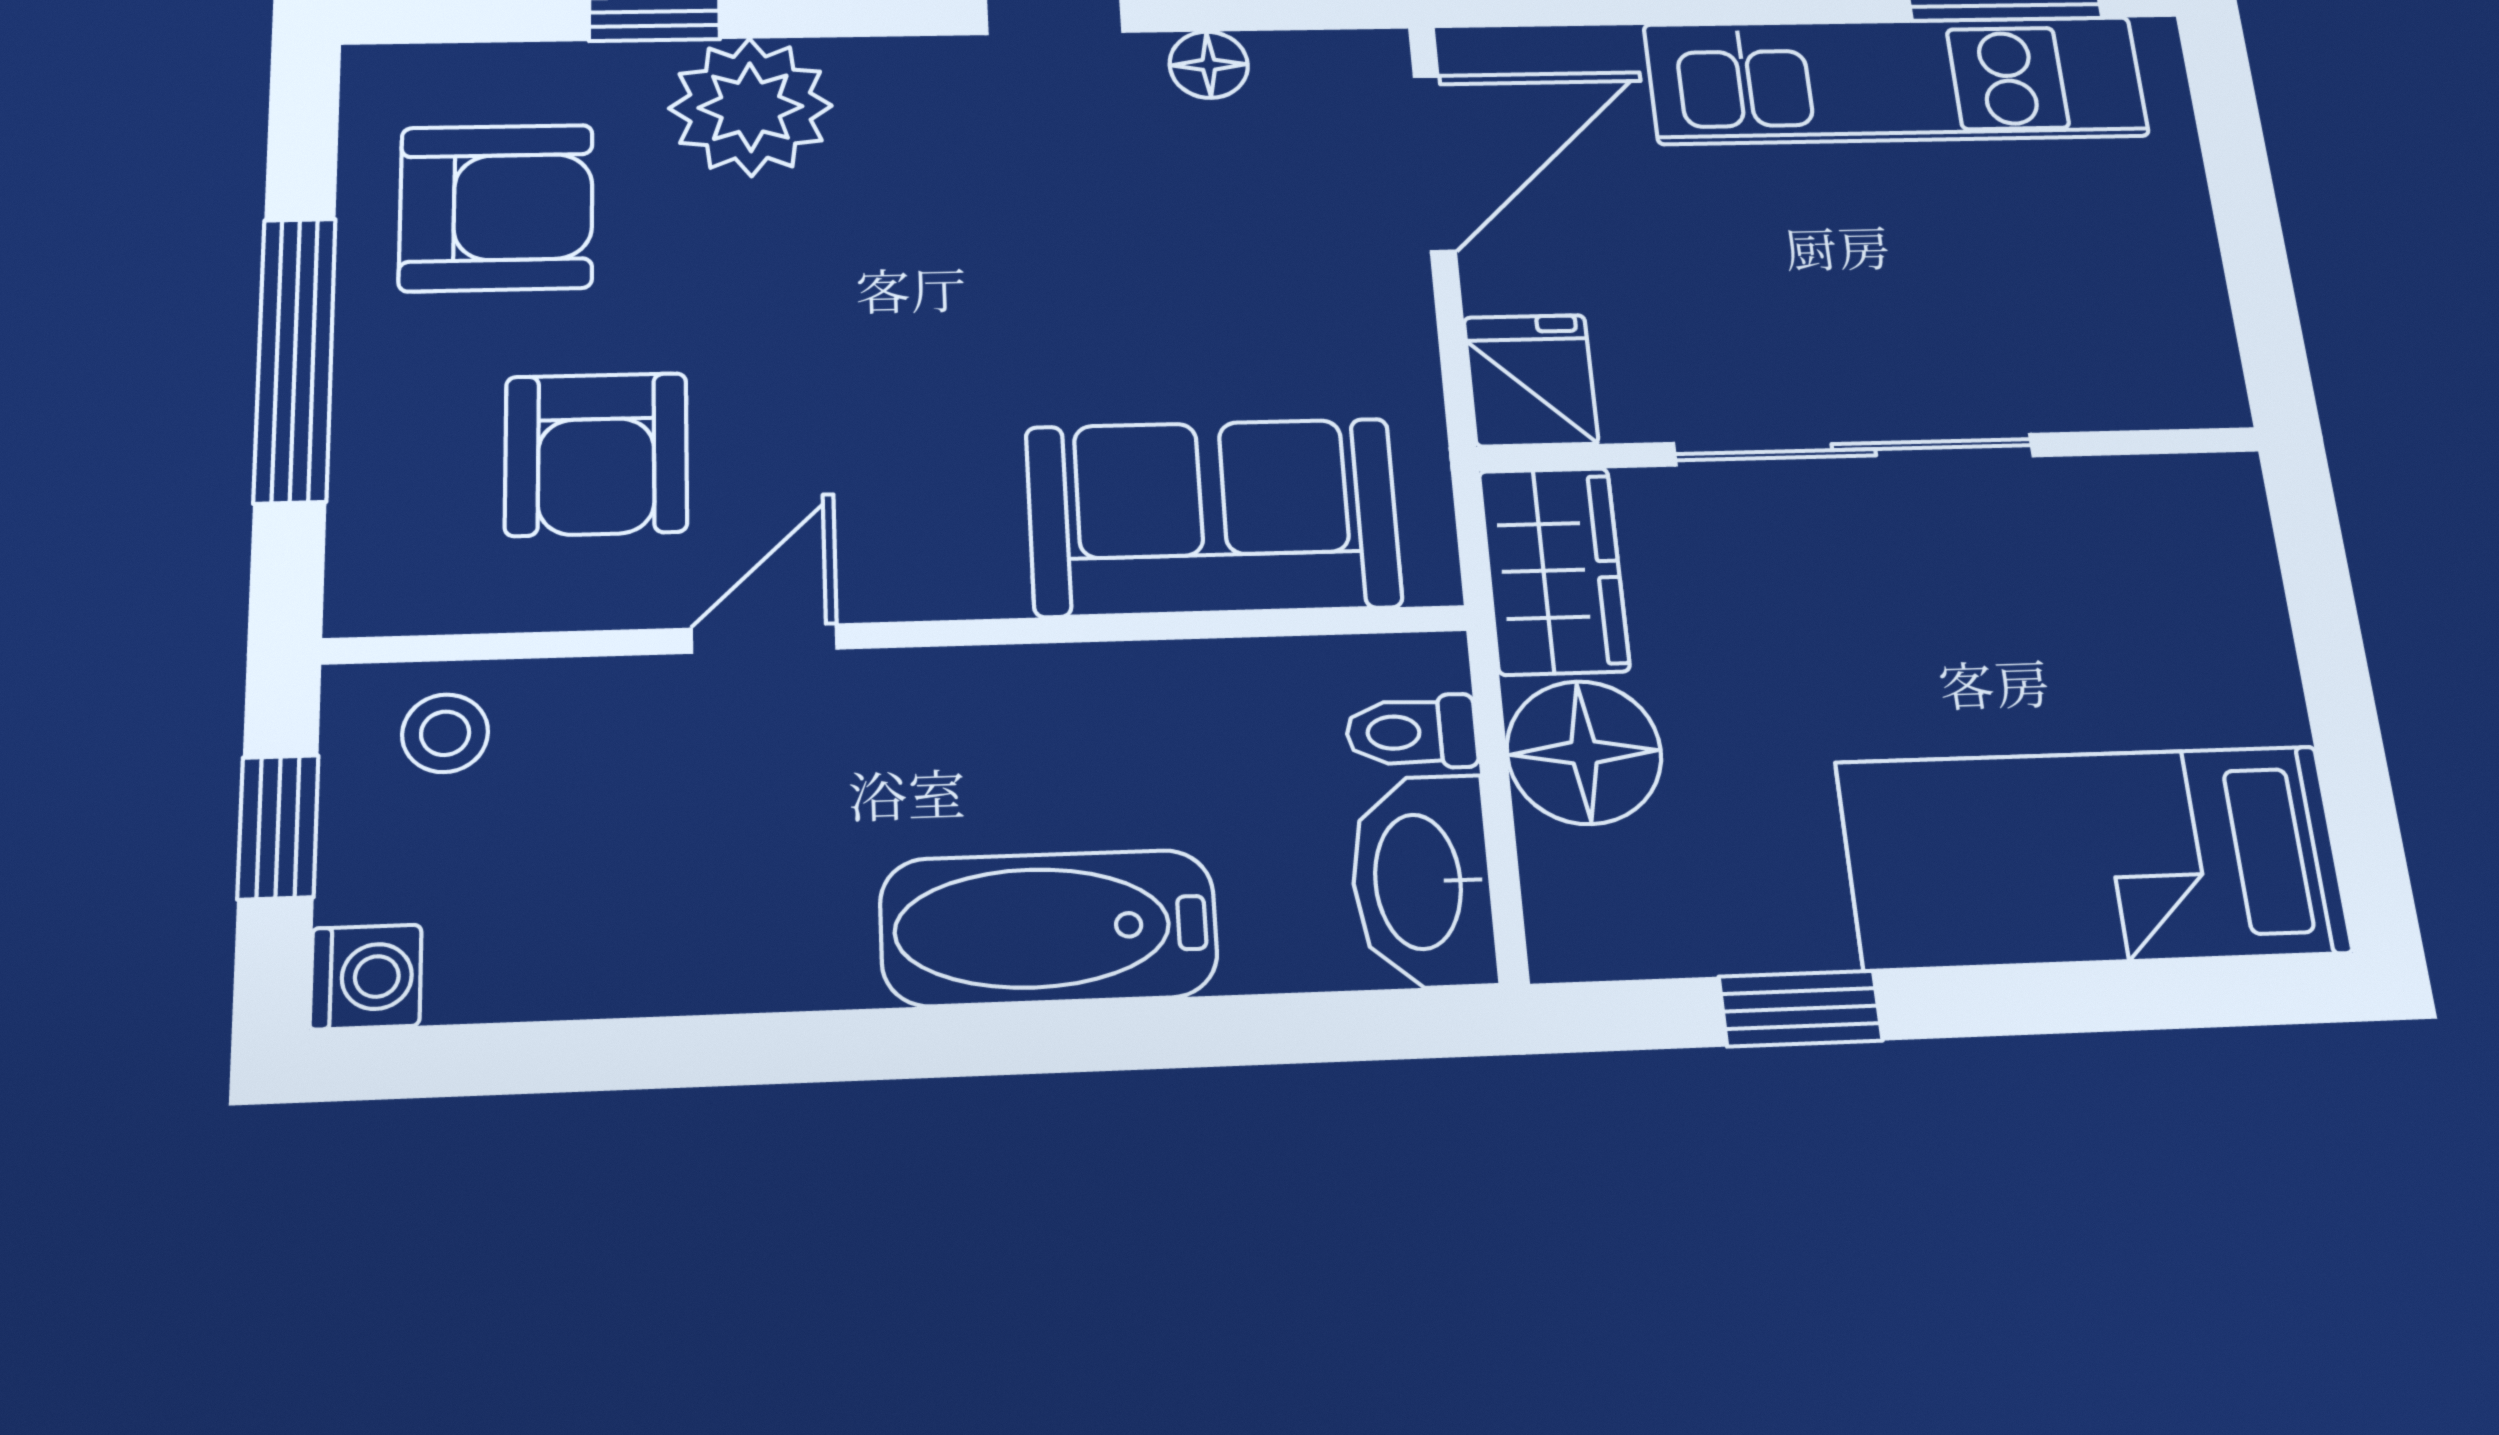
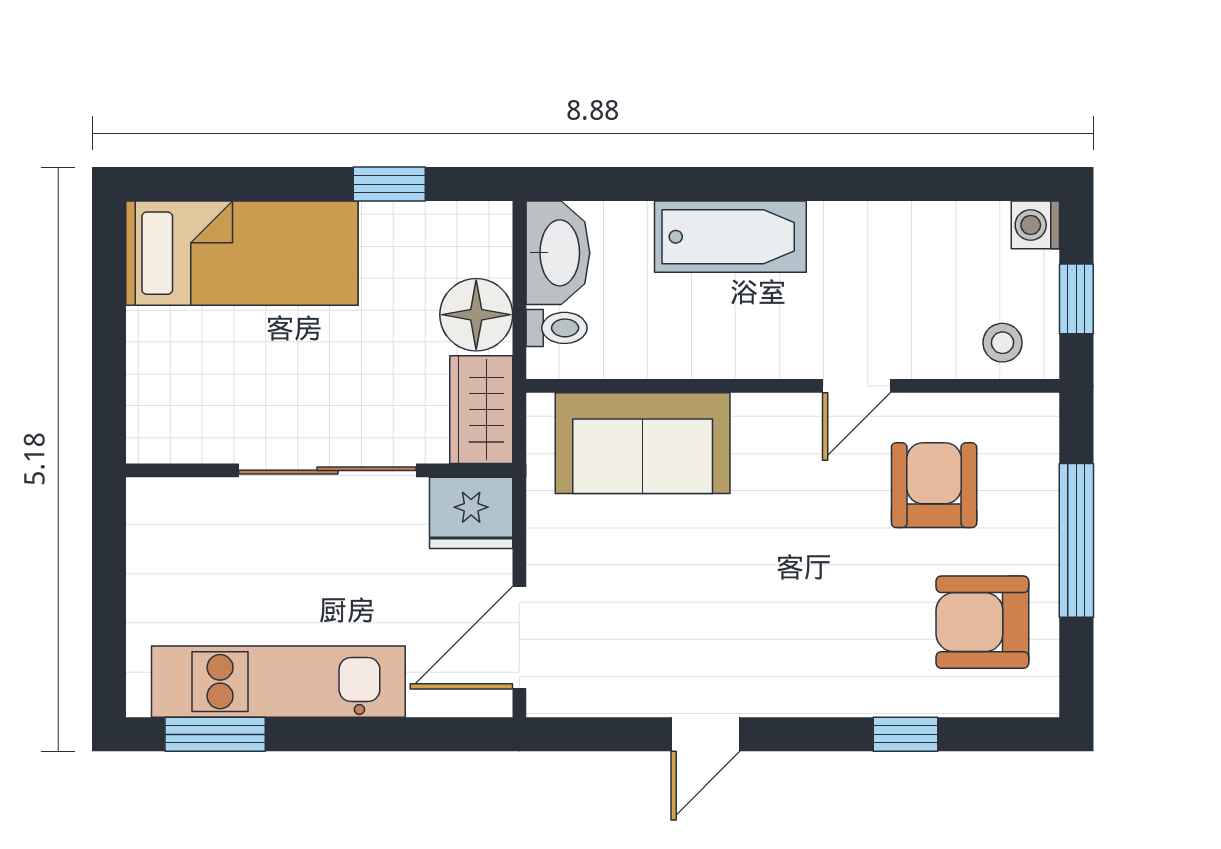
floor lamp: (1209, 65) -> (629, 698), removed
plant: (750, 107) -> (859, 677), removed
fridge: (1531, 380) -> (471, 513), width x1.38

